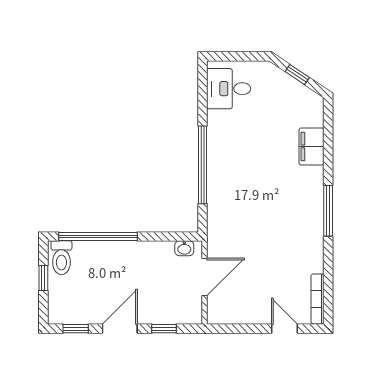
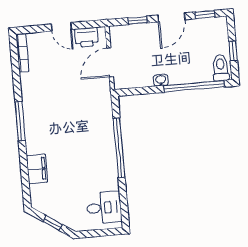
washbasin: (184, 248) -> (161, 80), moved
printer: (233, 312) -> (86, 37), added
door: (285, 329) -> (61, 27), moved

